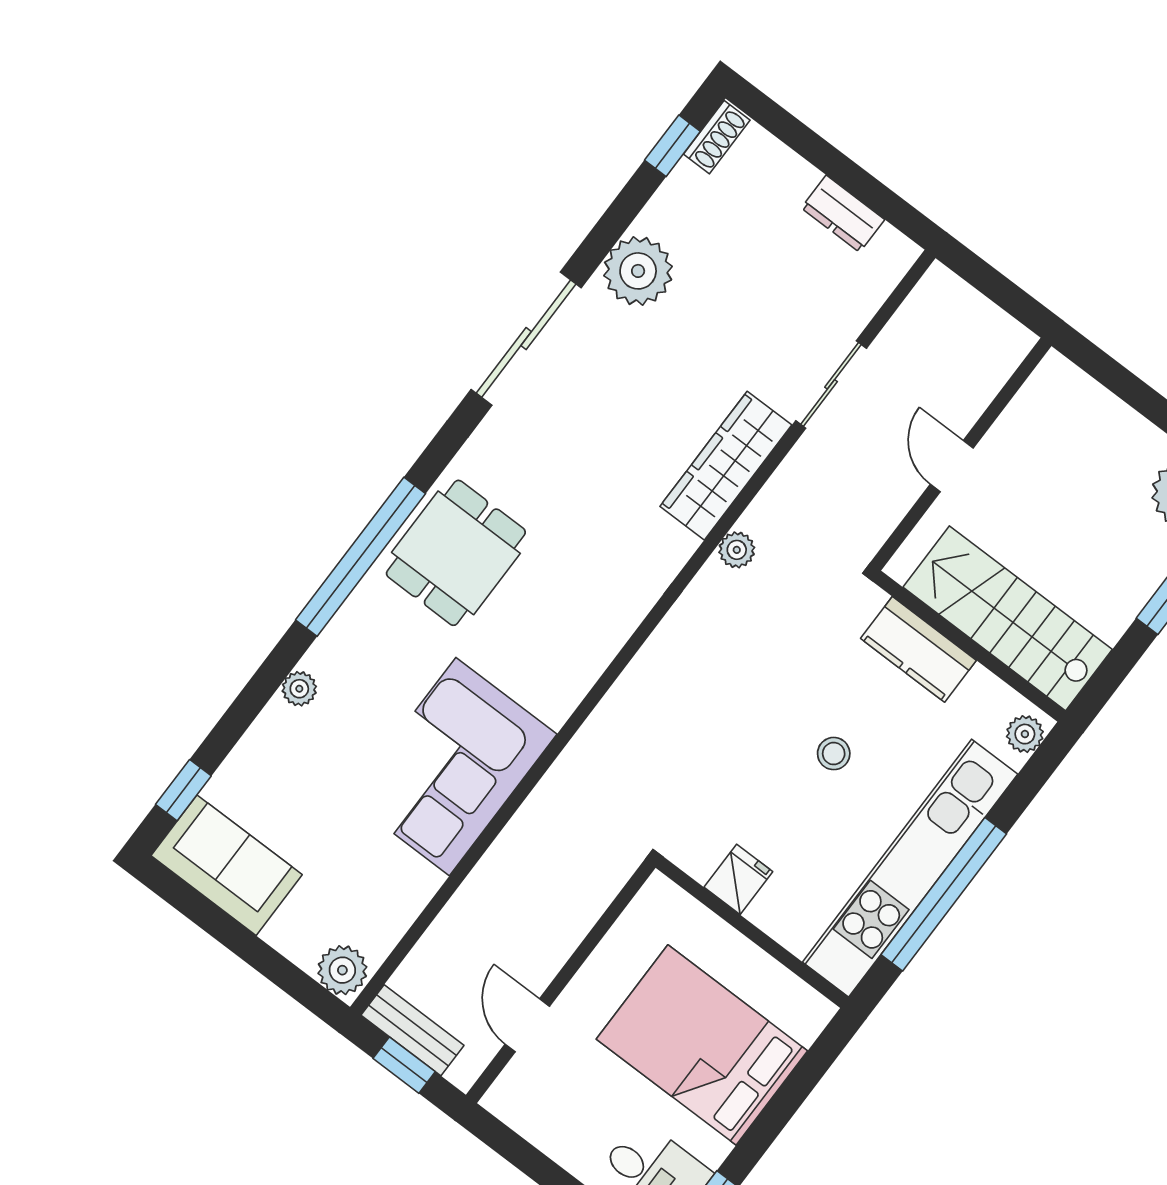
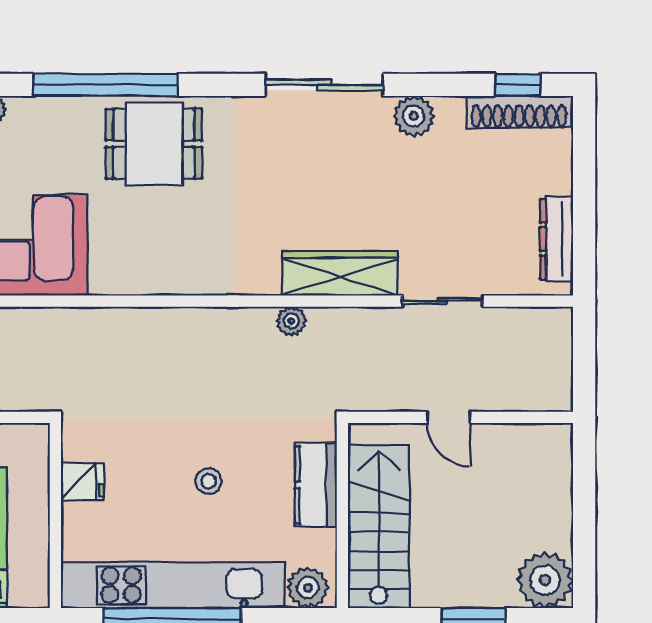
shoe rack: (717, 137) -> (519, 112), width x1.94, depth x1.24
dresser: (843, 214) -> (557, 239), width x1.44
plant: (638, 271) -> (414, 116), width x0.73, depth x0.73
door: (952, 466) -> (449, 417), swing flipped
plant: (1025, 734) -> (308, 588), width x1.38, depth x1.38

